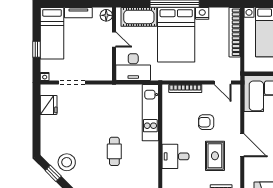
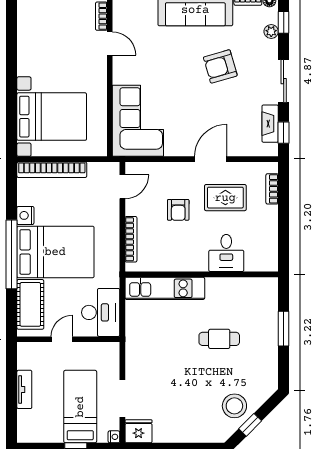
floor lamp: (106, 15) -> (28, 350), removed
bed: (52, 33) -> (80, 407), moved, turned -90
fridge: (49, 105) -> (139, 431), moved

